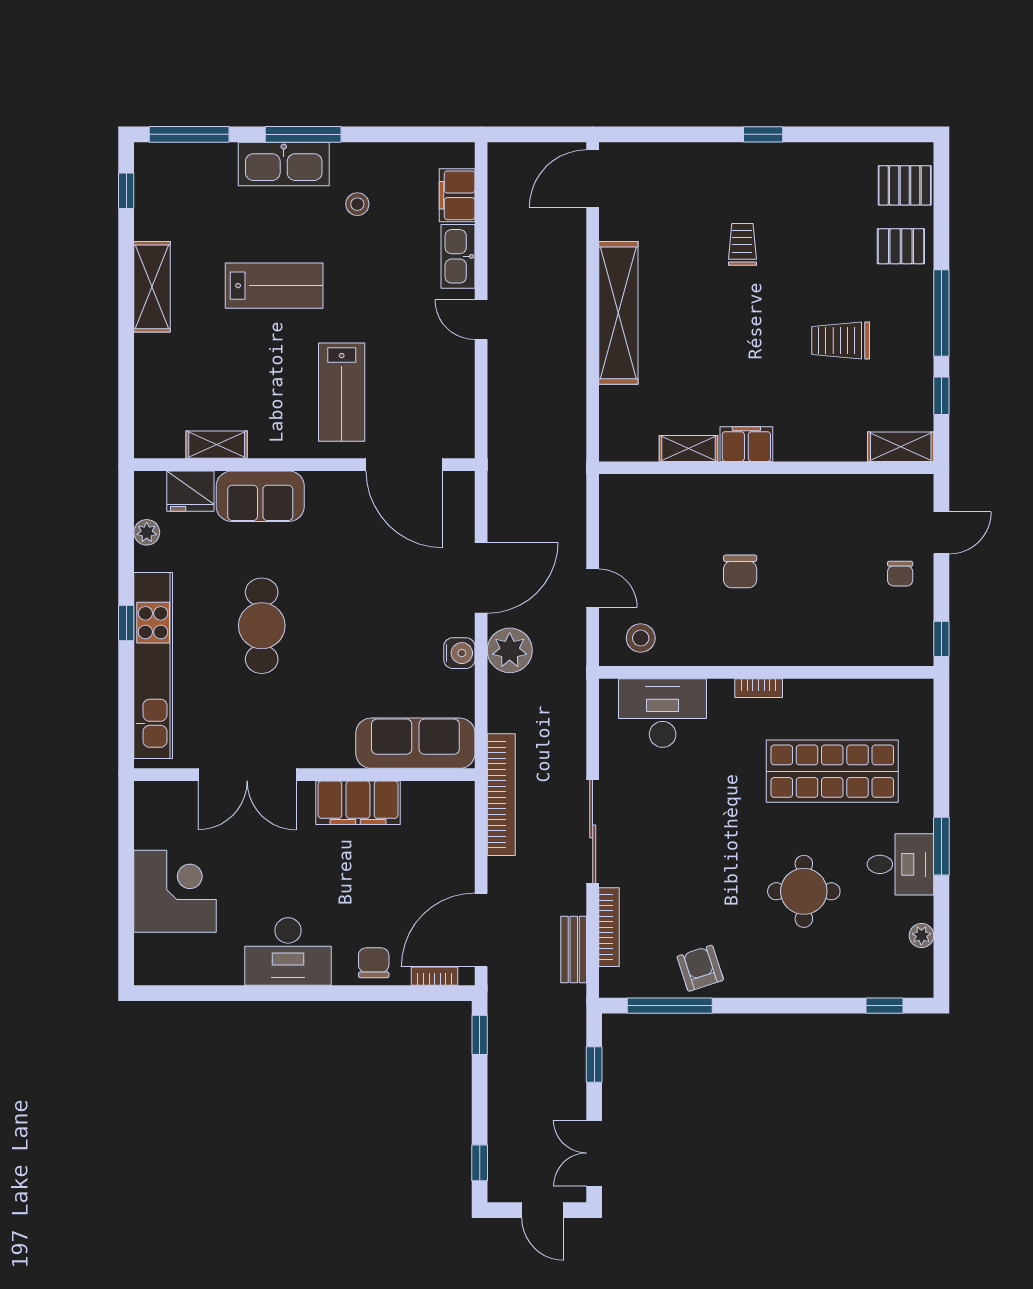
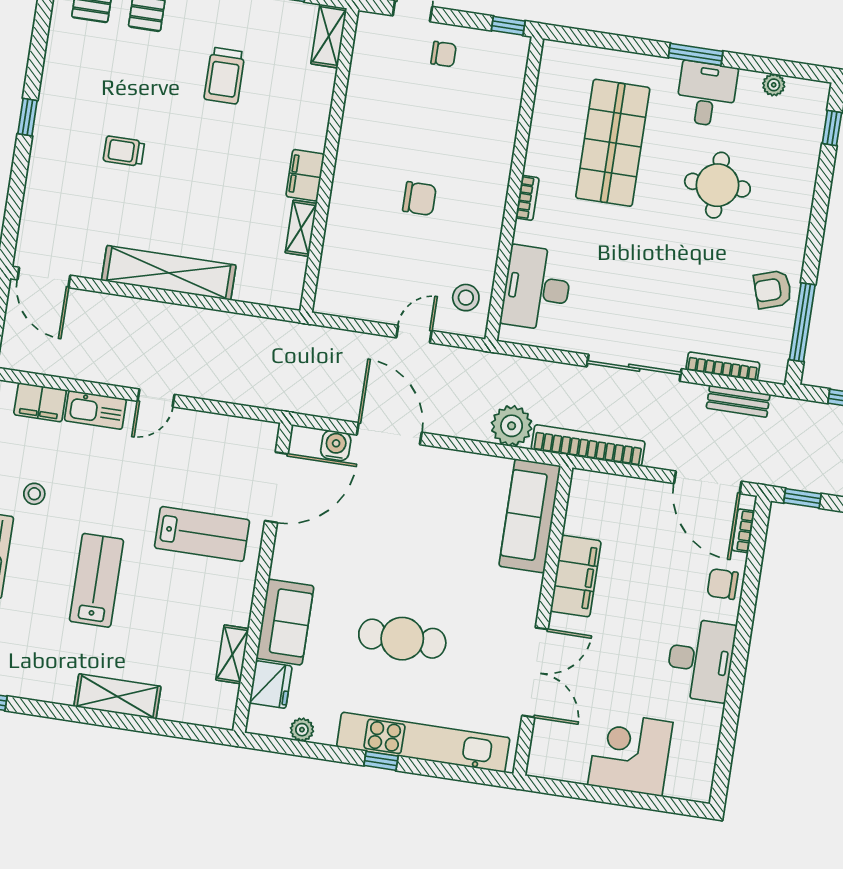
shelving: (152, 287) -> (117, 696), moved
plant: (510, 650) -> (512, 426), moved
water cooler: (459, 653) -> (336, 446), moved

